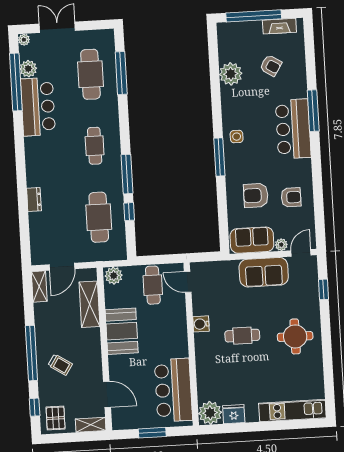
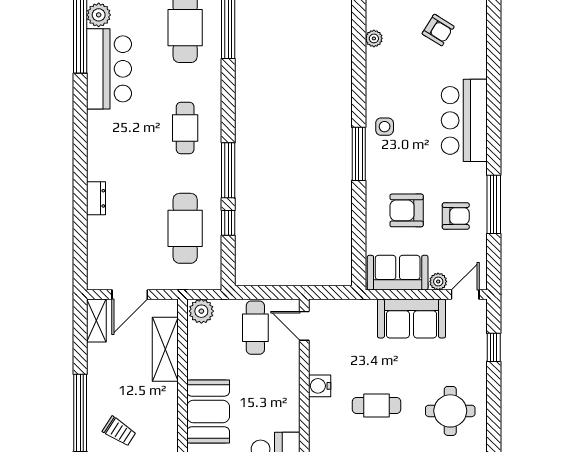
plant: (231, 74) -> (374, 38), width x0.53, depth x0.53
window: (313, 111) -> (494, 204), moved
booth: (122, 331) -> (208, 412), moved

